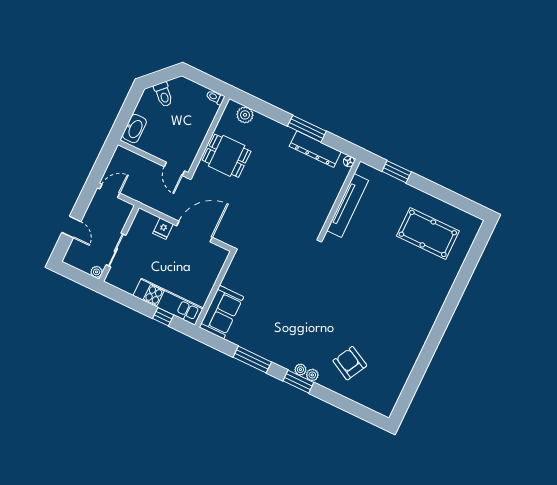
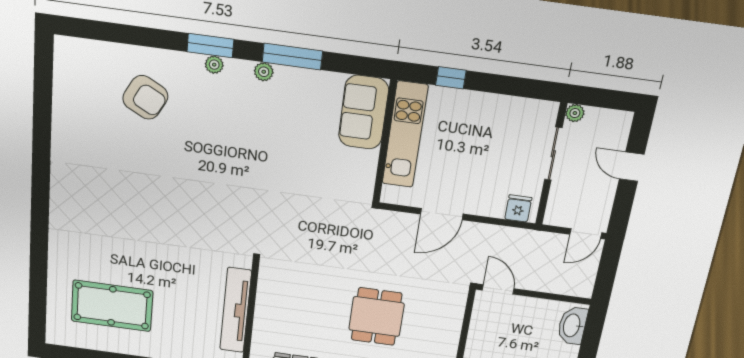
dining table: (227, 156) -> (377, 317), moved, turned 90
fridge: (163, 229) -> (518, 208), moved
door: (195, 232) -> (442, 214), width x0.73
kitchen unit: (168, 302) -> (405, 135), moved, turned -90
plant: (312, 375) -> (264, 72), moved

